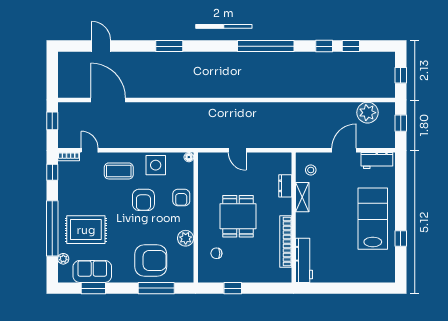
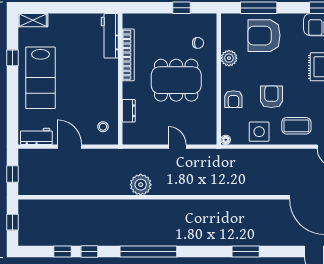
plant: (367, 113) -> (141, 185), moved
door: (344, 150) -> (69, 147), swing flipped
armchair: (181, 197) -> (233, 99), turned 180
shelving: (302, 197) -> (33, 20), moved, turned 90
dining table: (238, 216) -> (176, 80), width x1.38

